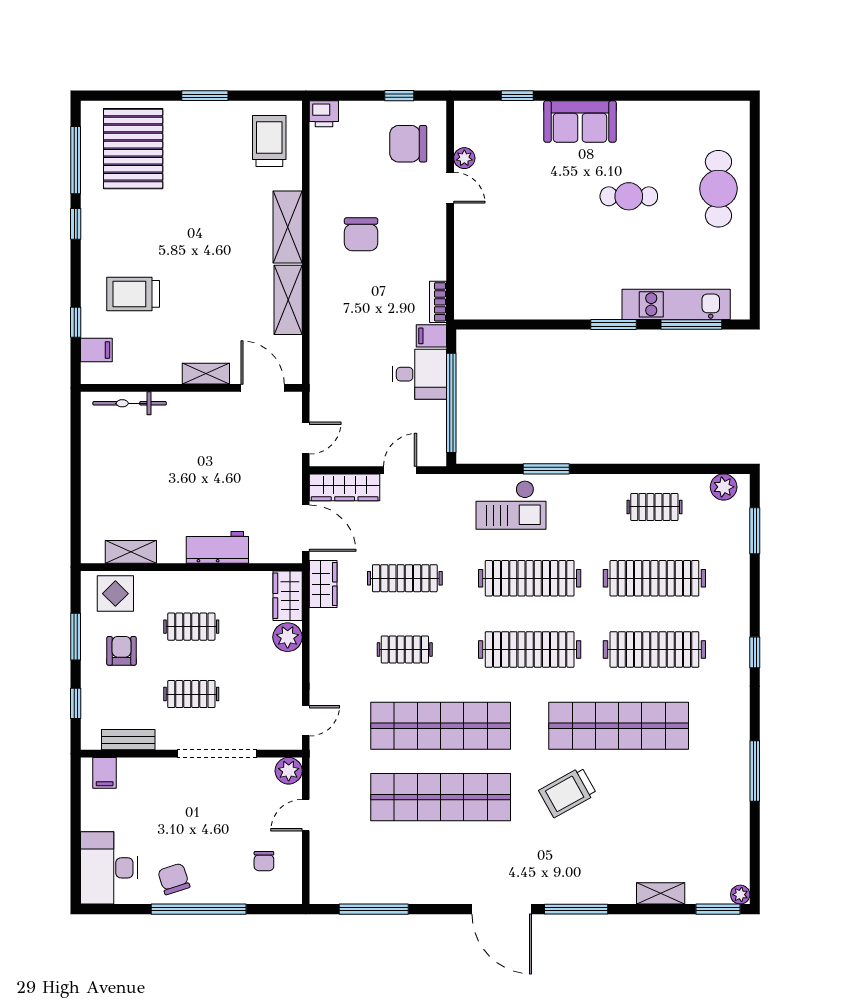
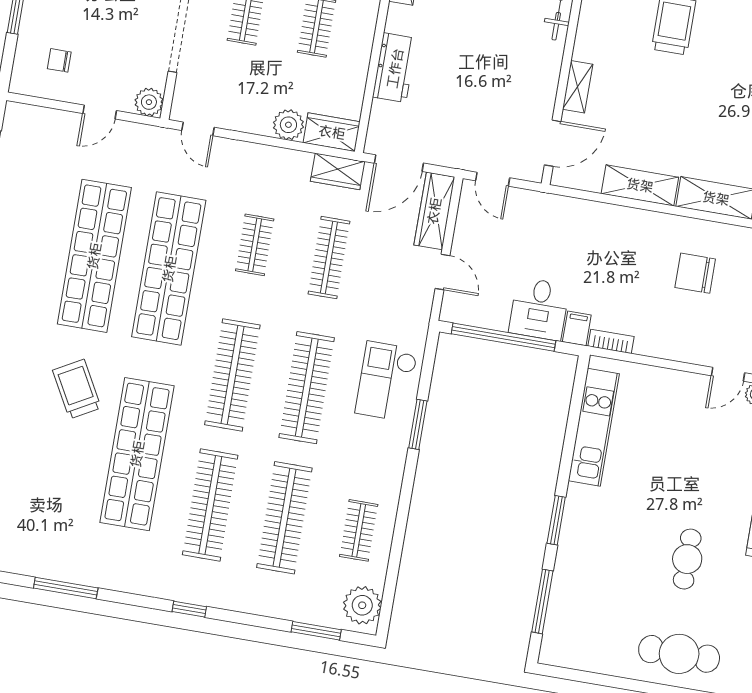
kitchen unit: (676, 304) -> (594, 427), moved
plant: (724, 487) -> (362, 605), width x1.36, depth x1.36
door: (306, 815) -> (100, 112), swing flipped

